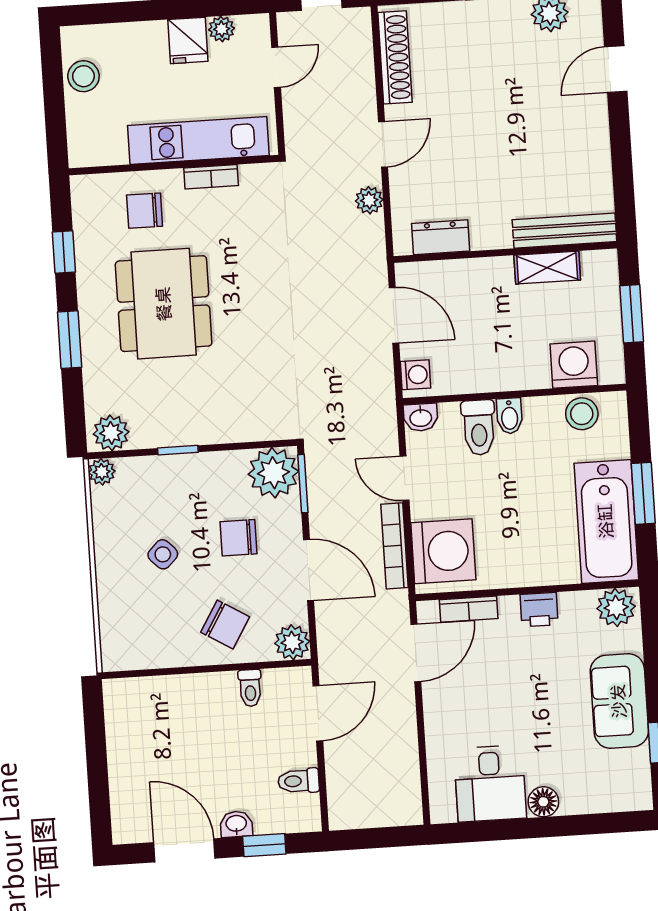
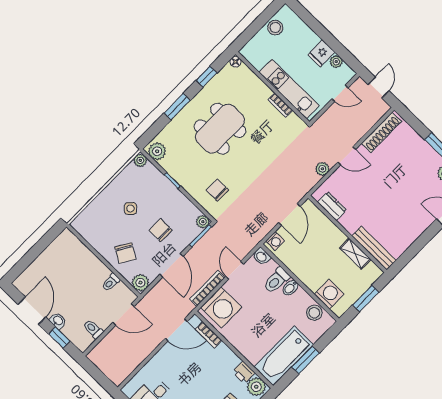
floor lamp: (81, 186) -> (236, 62), added
chair: (145, 211) -> (217, 190), moved
plant: (273, 473) -> (203, 222), width x0.53, depth x0.53
printer: (539, 610) -> (244, 372), moved

